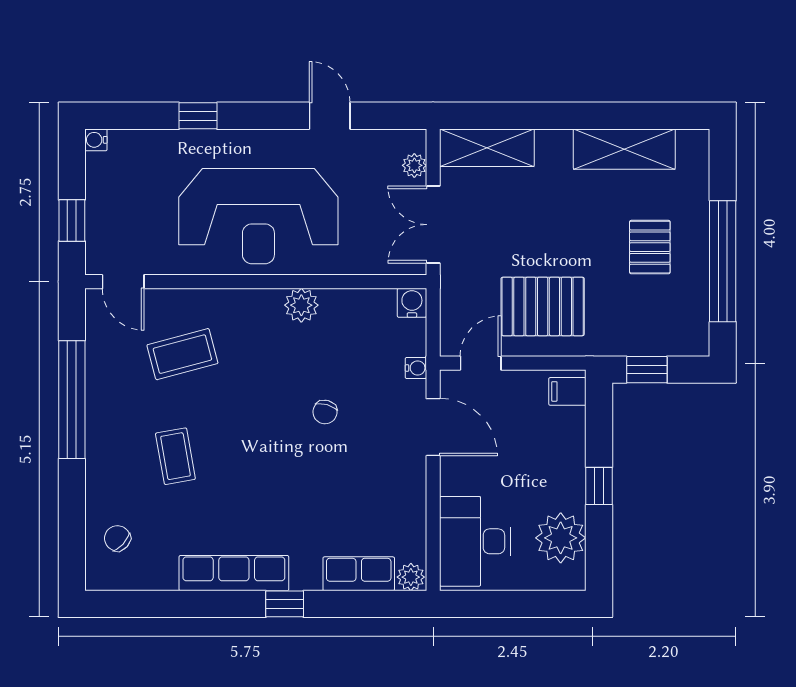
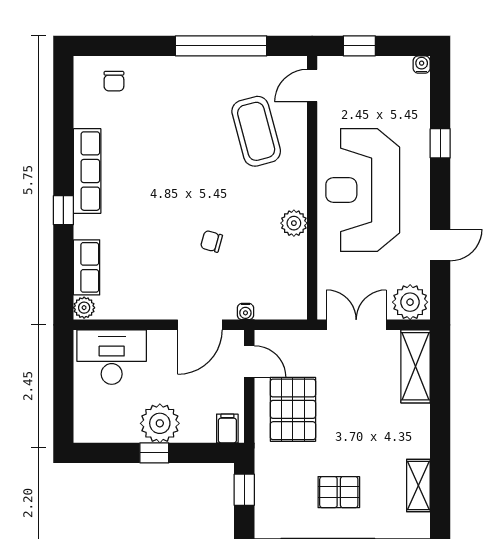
shelving: (624, 149) -> (418, 486), width x0.67, depth x0.75
plant: (414, 165) -> (410, 302), width x1.88, depth x1.88
water cooler: (412, 303) -> (296, 308), removed
coffee table: (182, 354) -> (256, 131), width x1.36, depth x1.32
coffee table: (175, 456) -> (177, 126), removed
chair: (117, 538) -> (114, 81), turned 138
plant: (561, 538) -> (160, 423), moved

